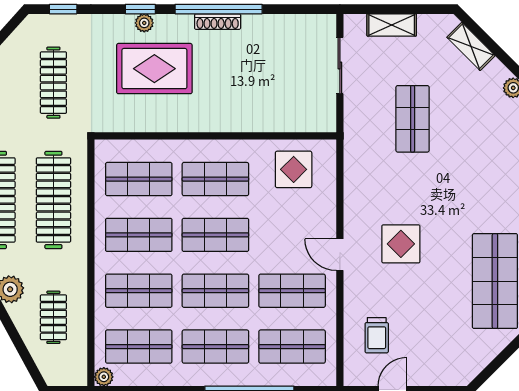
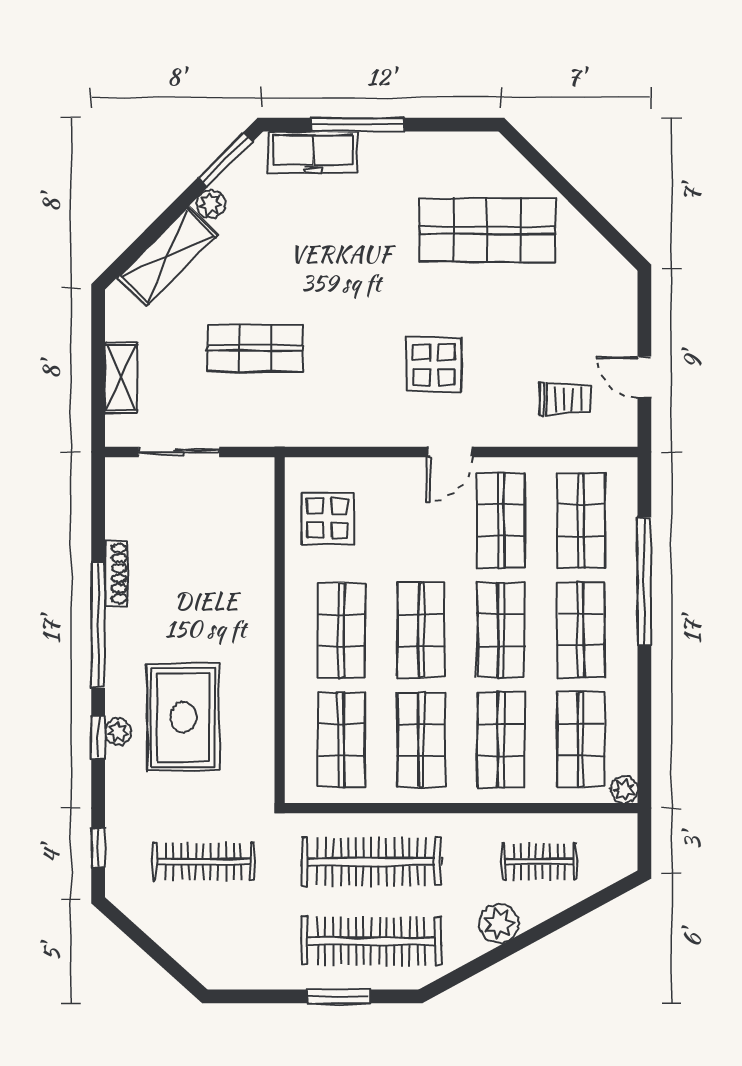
shoe rack: (218, 22) -> (116, 573), moved
shelving: (471, 46) -> (167, 256), width x1.50, depth x1.33

